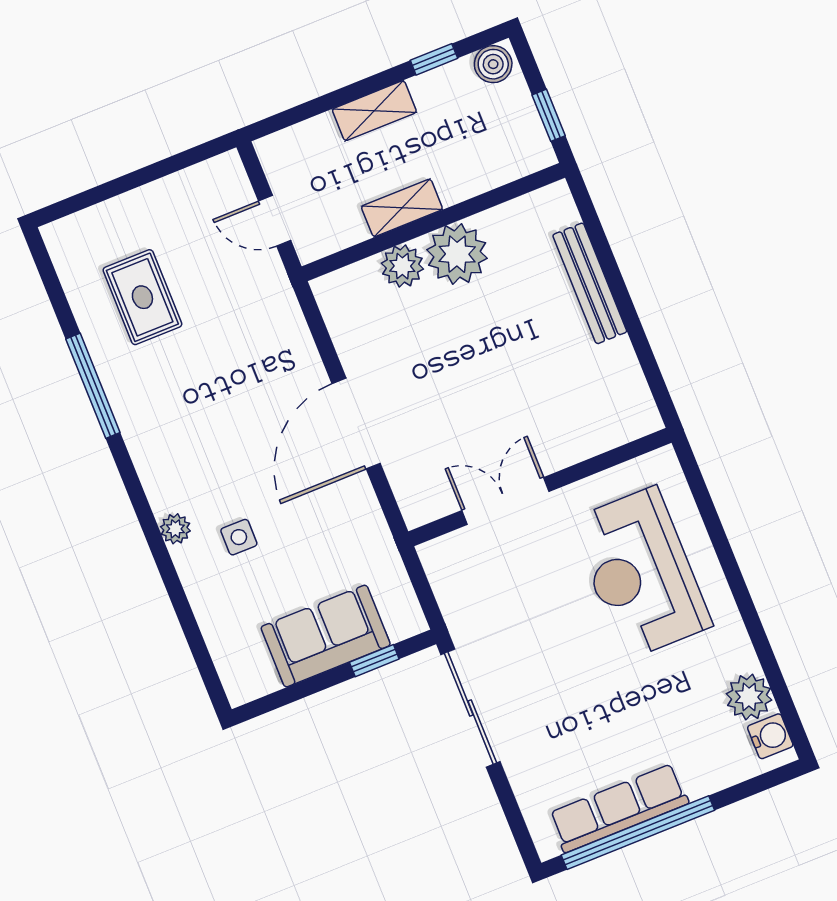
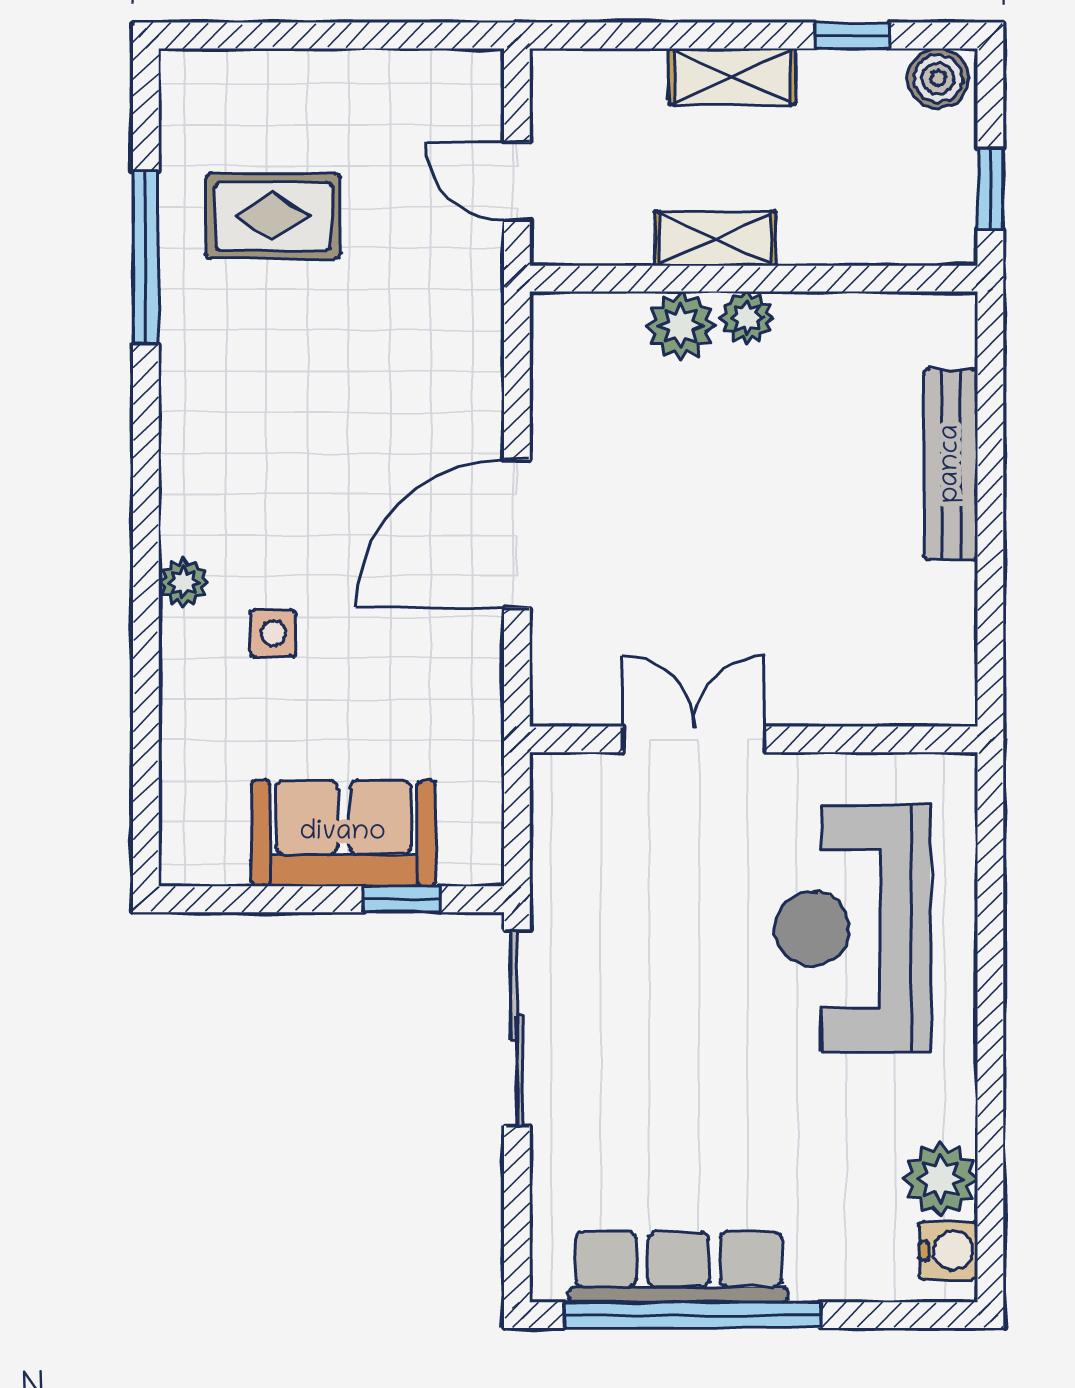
plant: (457, 254) -> (747, 318), width x0.53, depth x0.53
rug: (142, 297) -> (273, 216), turned 90
window: (93, 386) -> (146, 257), moved

